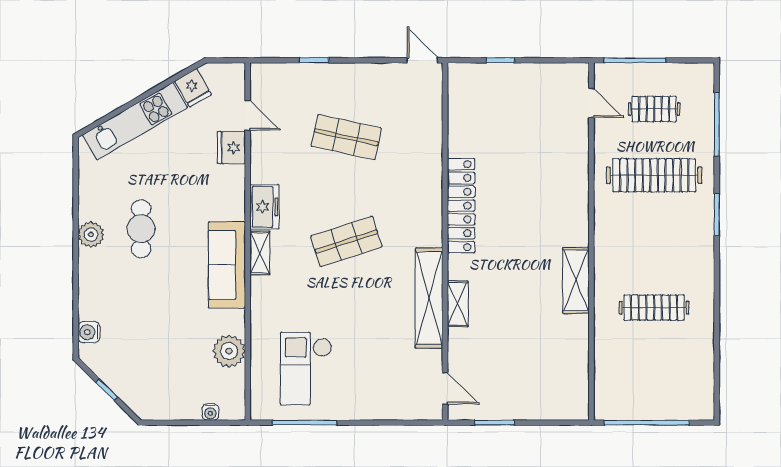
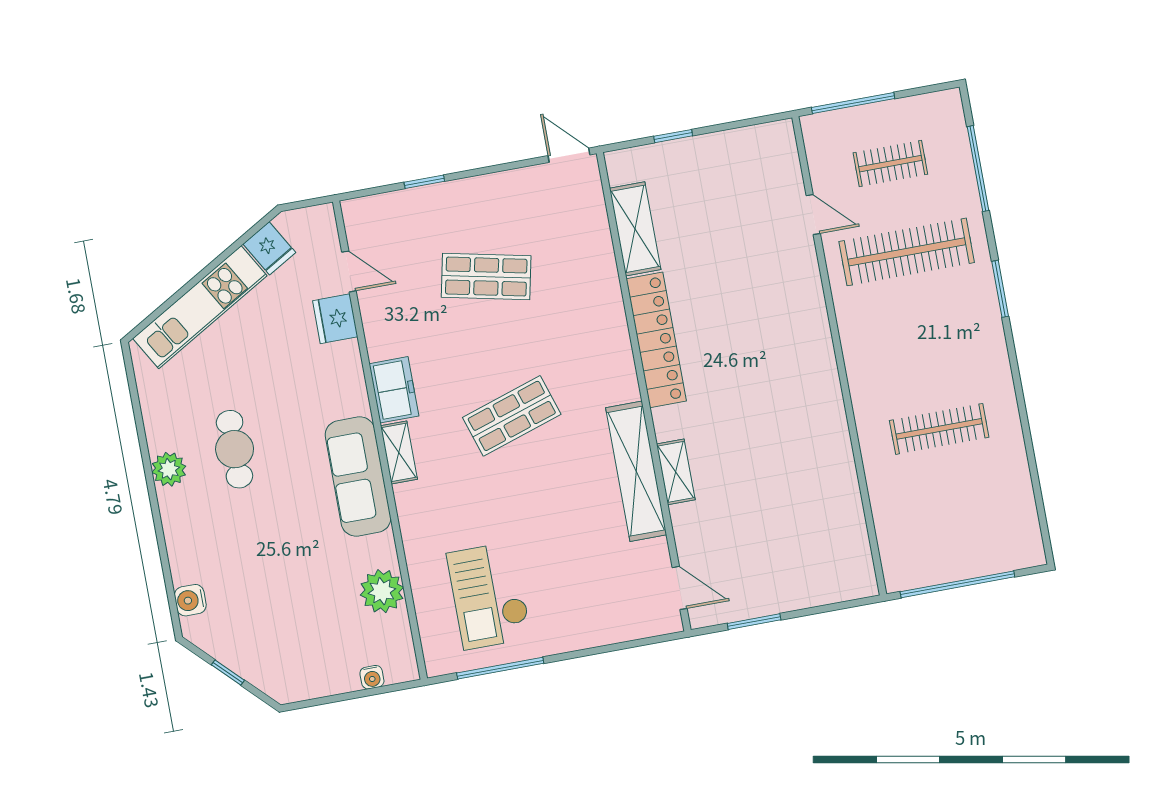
door: (591, 103) -> (813, 215), moved
shelving: (576, 280) -> (635, 229), moved

